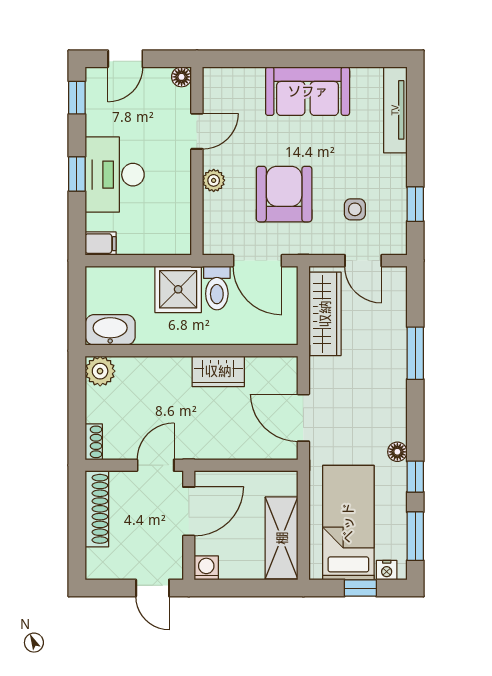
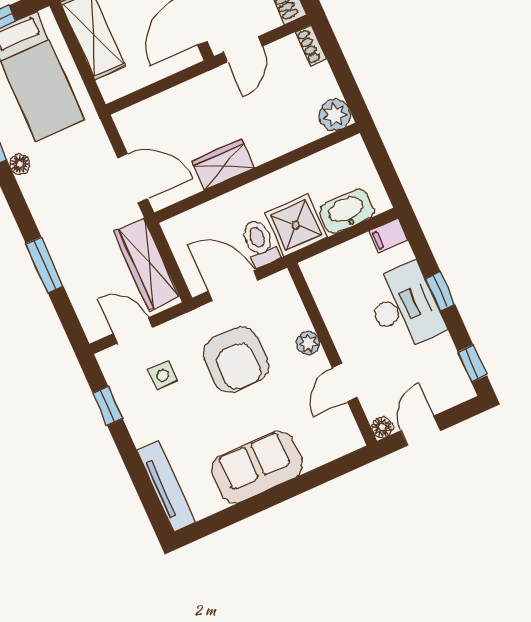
door: (125, 59) -> (421, 431), moved
washbasin: (110, 330) -> (347, 211), moved, turned 180
door: (303, 418) -> (133, 178), moved

